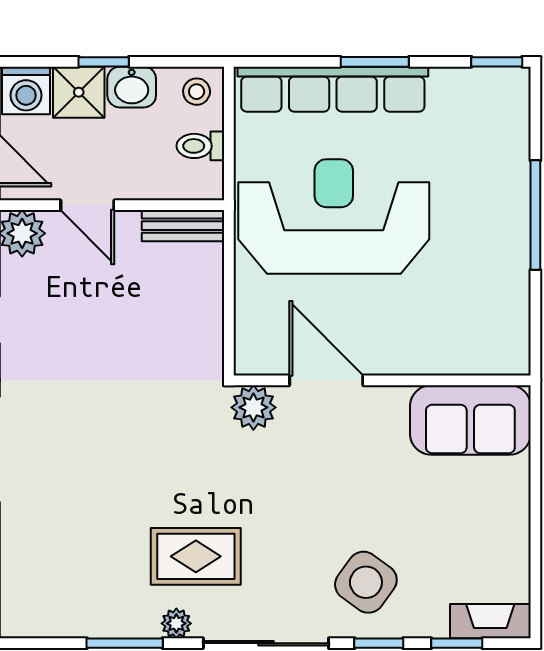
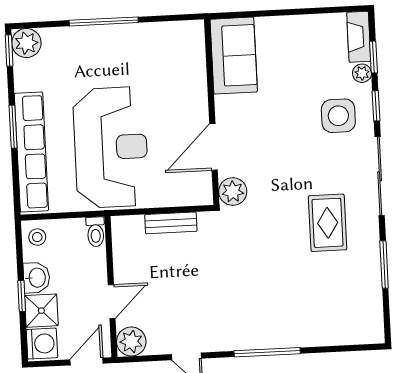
plant: (507, 90) -> (26, 43), added
toilet: (200, 146) -> (96, 232), moved
reception desk: (334, 216) -> (111, 147), turned 180
bench: (183, 226) -> (171, 223), moved, turned 90
side table: (366, 582) -> (338, 116), turned -36
plant: (176, 623) -> (362, 73), moved

